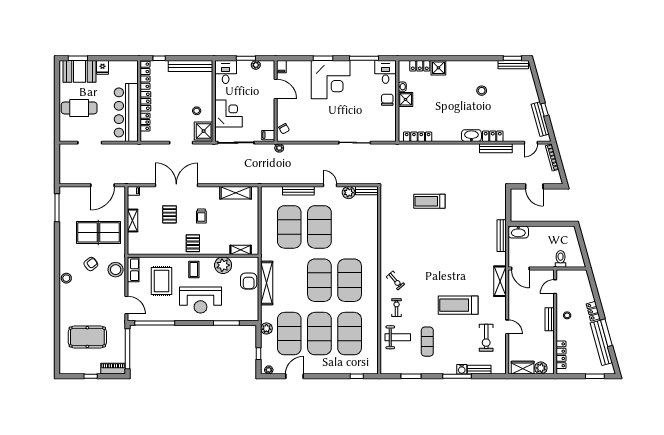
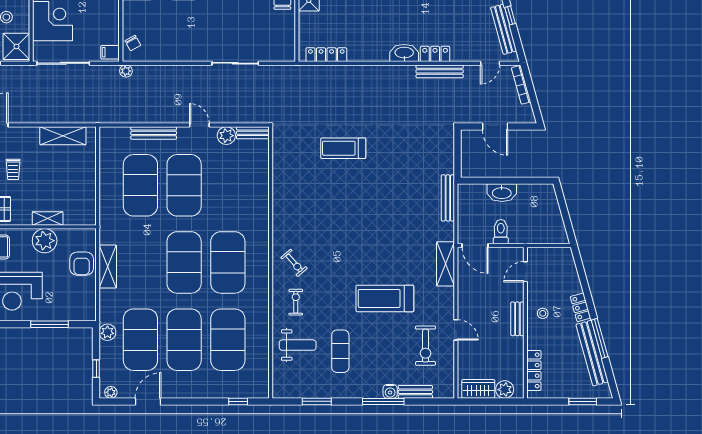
washbasin: (518, 232) -> (502, 193), moved
shelving: (241, 250) -> (48, 219), moved
toilet: (561, 259) -> (501, 232), moved
shelving: (267, 283) -> (108, 266), width x0.68

